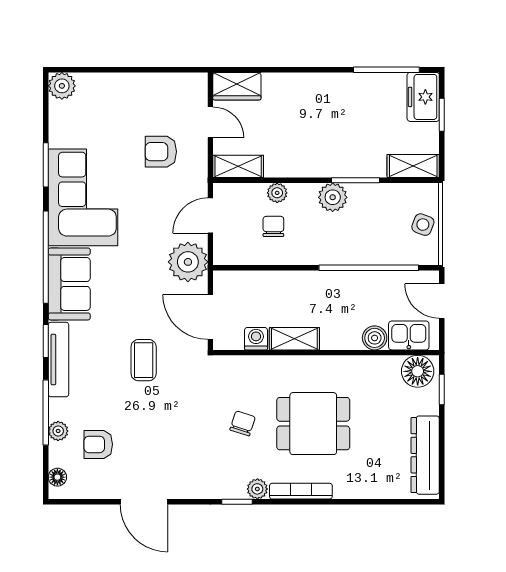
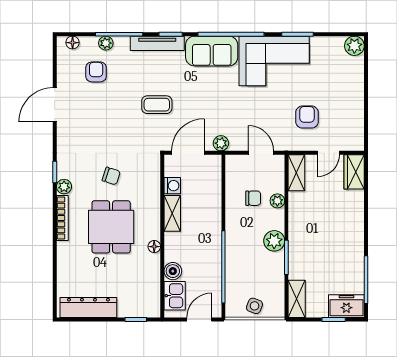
plant: (188, 262) -> (221, 143), width x0.53, depth x0.53
floor lamp: (418, 371) -> (154, 247), moved, width x0.53, depth x0.53

